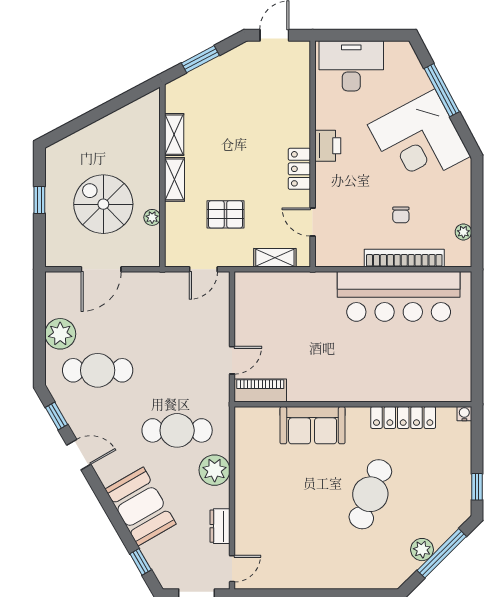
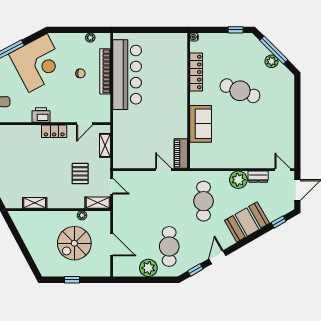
shelving: (174, 179) -> (98, 203), moved
plant: (215, 470) -> (238, 180), moved

